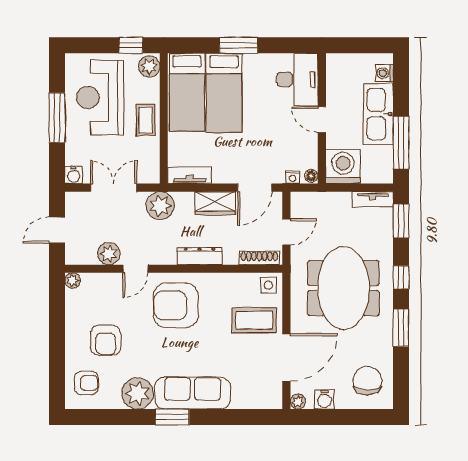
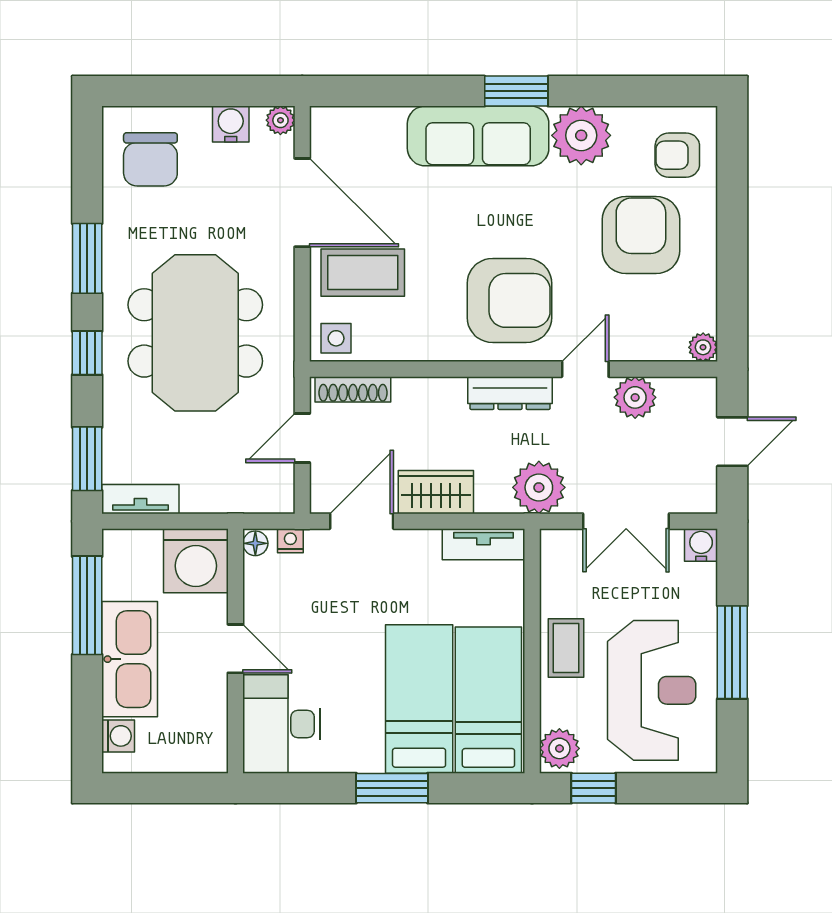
dresser: (200, 256) -> (510, 393), moved
armchair: (106, 340) -> (641, 235), width x1.36, depth x1.36
door: (286, 358) -> (302, 203), swing flipped

